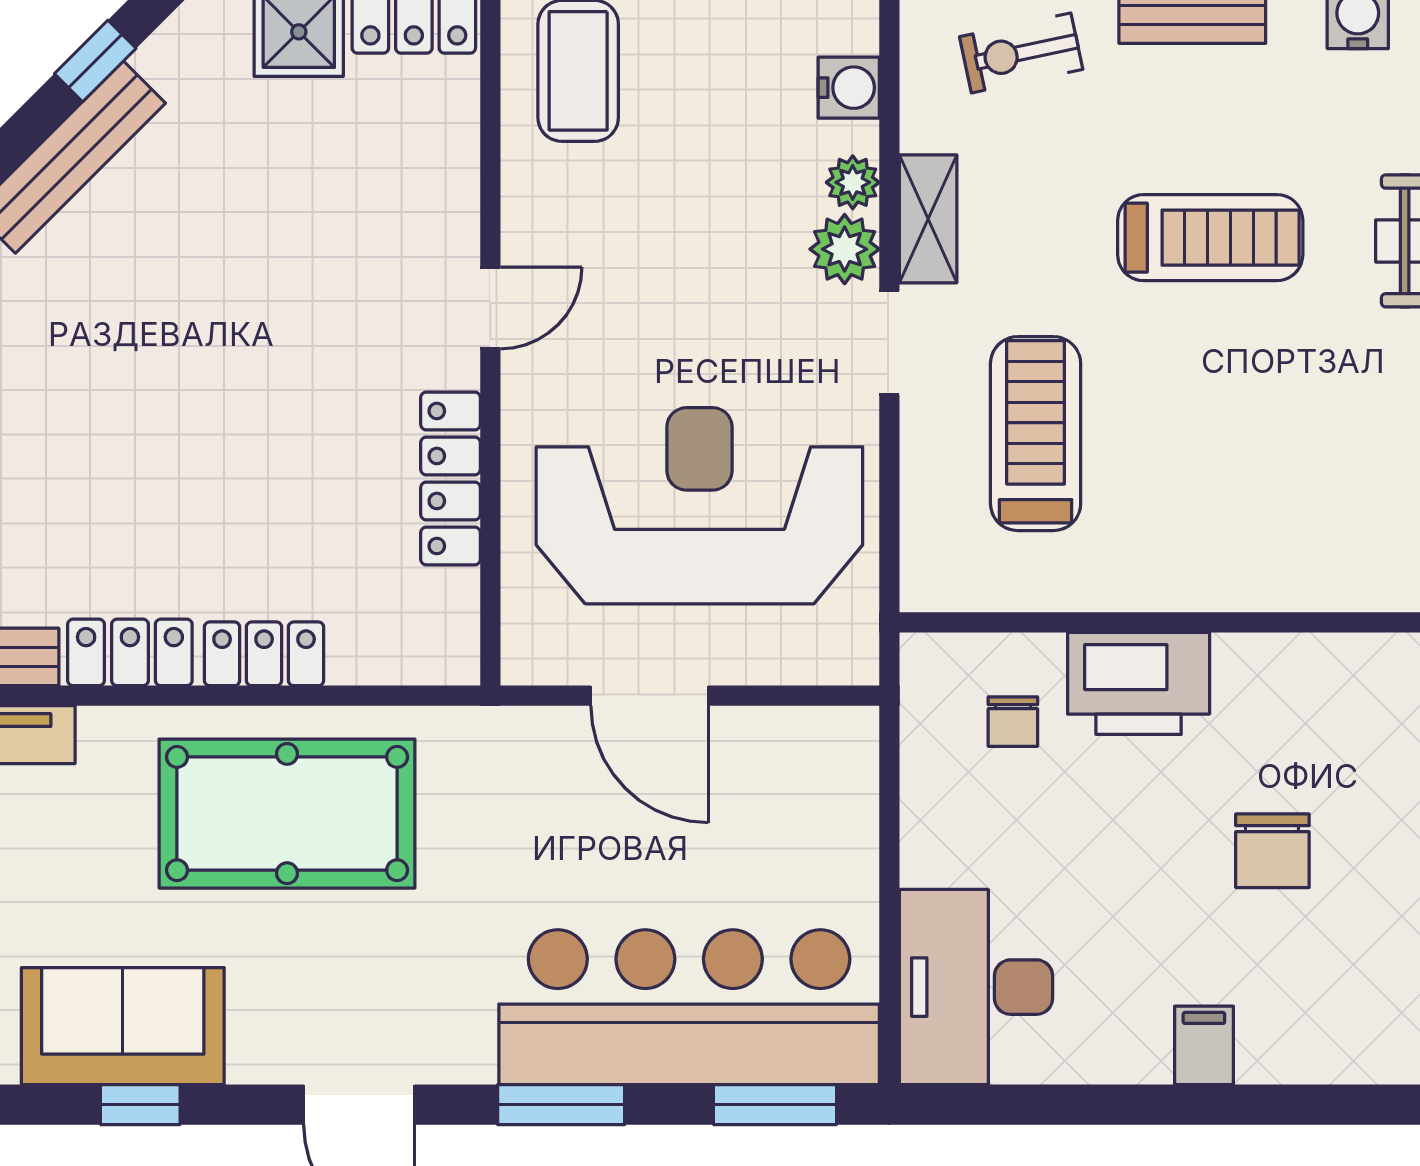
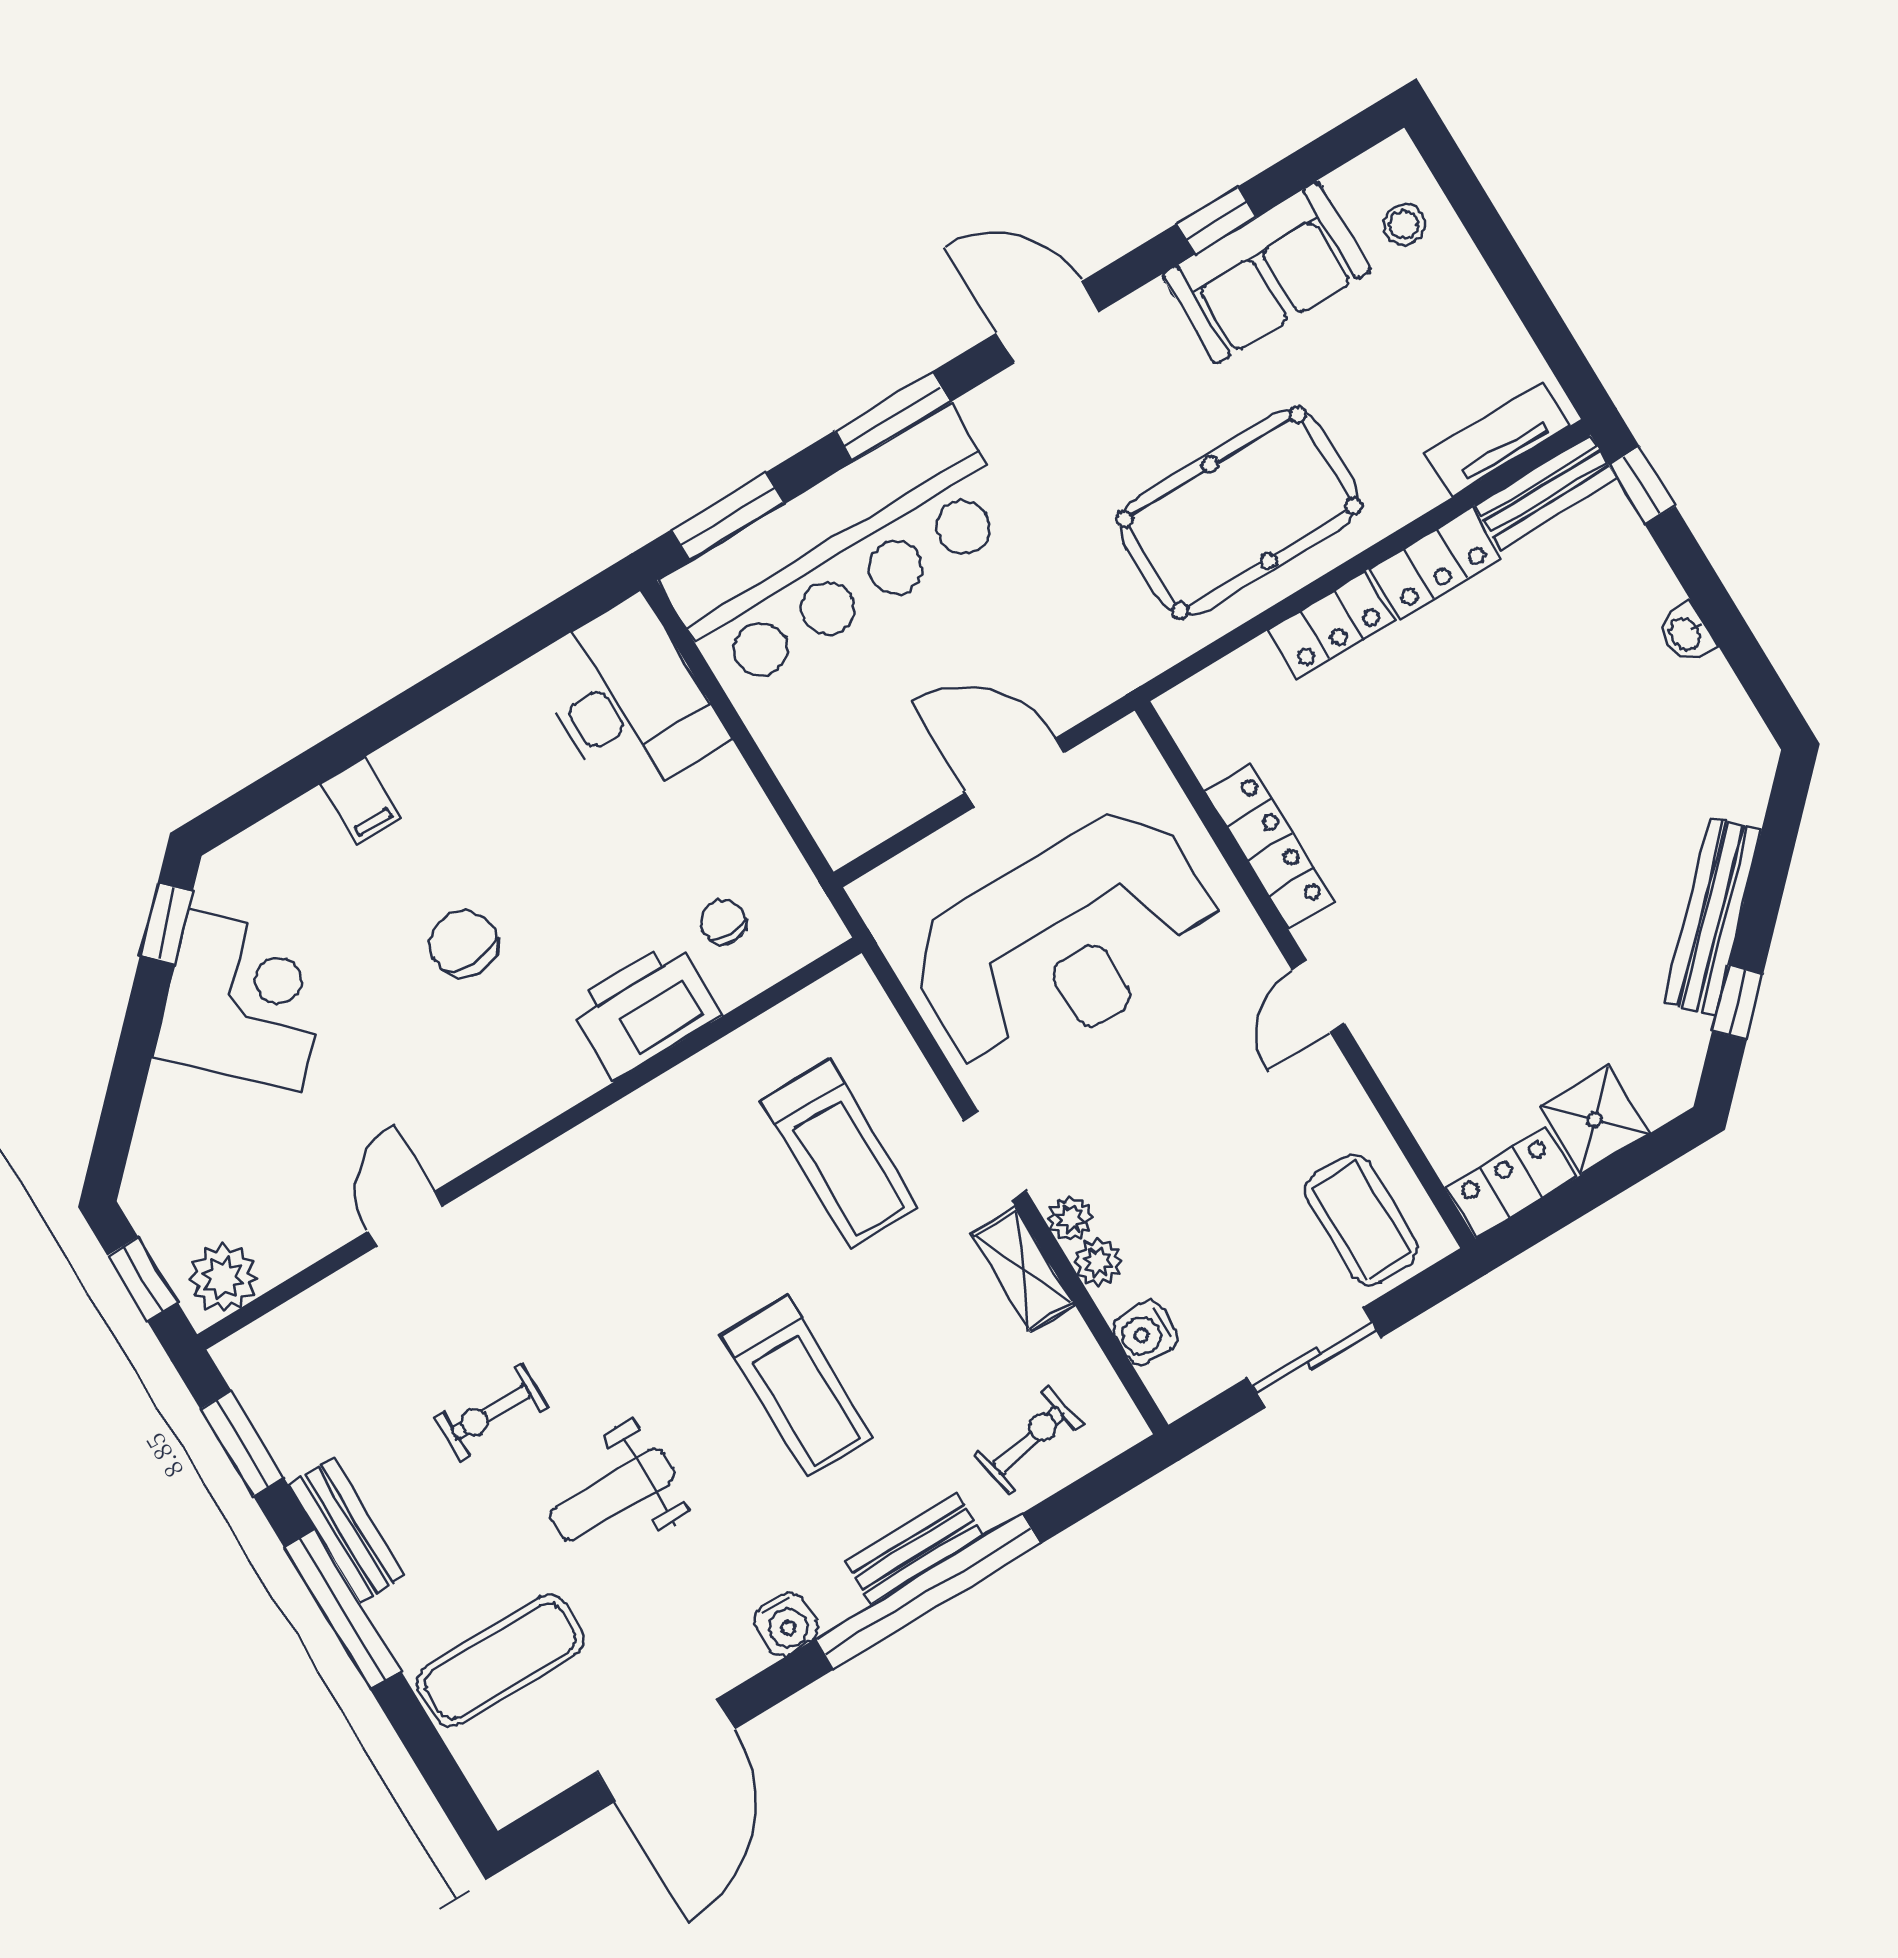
treadmill: (1210, 238) -> (797, 1386), turned -90
plant: (845, 249) -> (1070, 1219), width x0.73, depth x0.73
filing cabinet: (1204, 1045) -> (361, 801), moved

